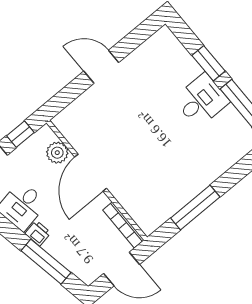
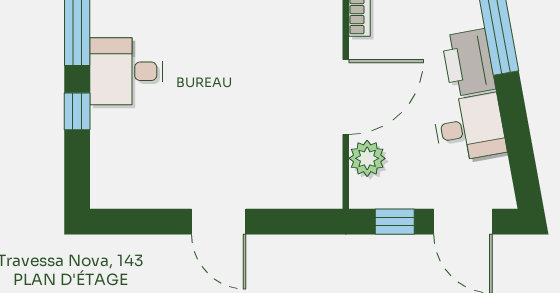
window: (209, 63) -> (77, 111), width x0.67
printer: (38, 233) -> (469, 63), width x1.87, depth x1.48

